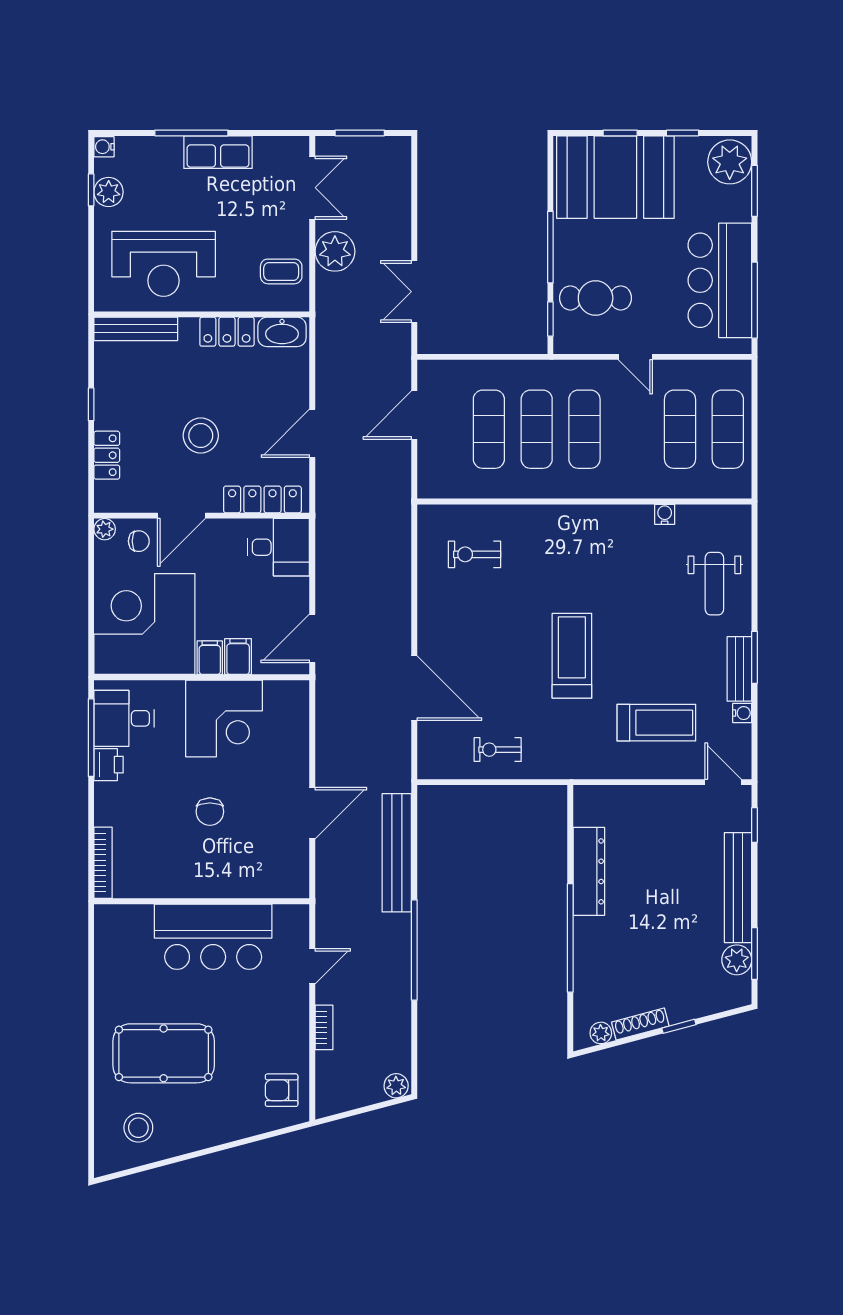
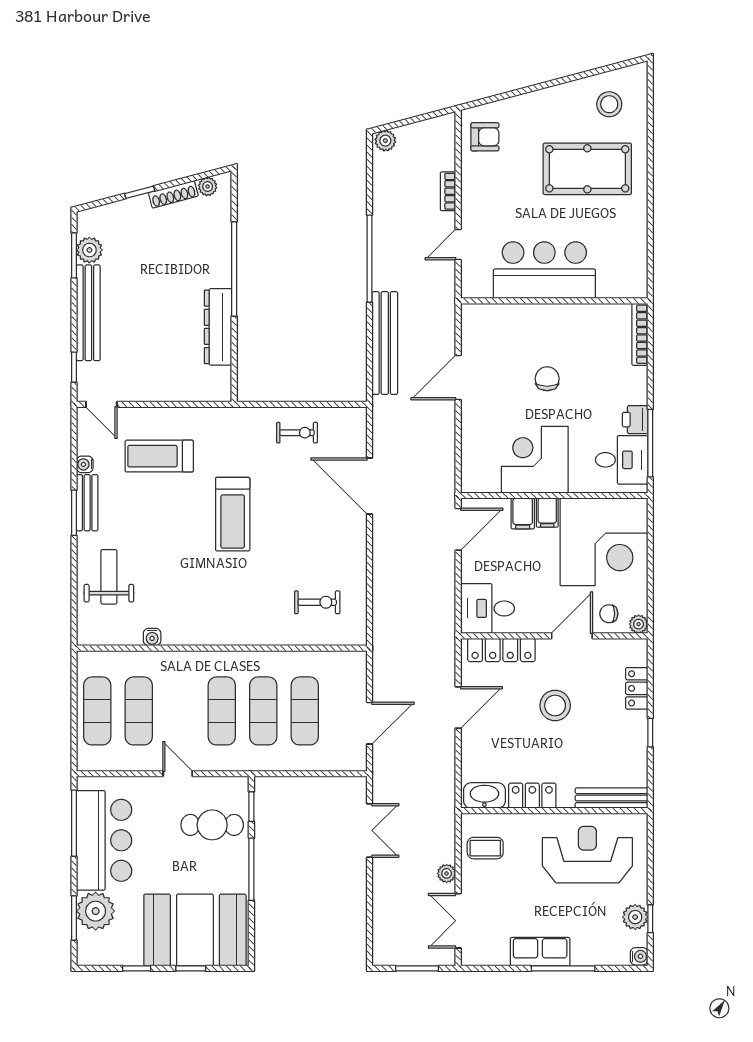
plant: (730, 162) -> (96, 911), moved
plant: (335, 251) -> (447, 873), width x0.53, depth x0.53

